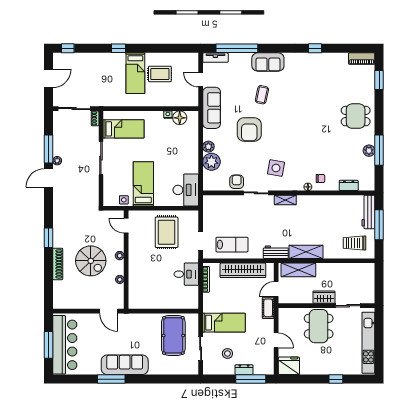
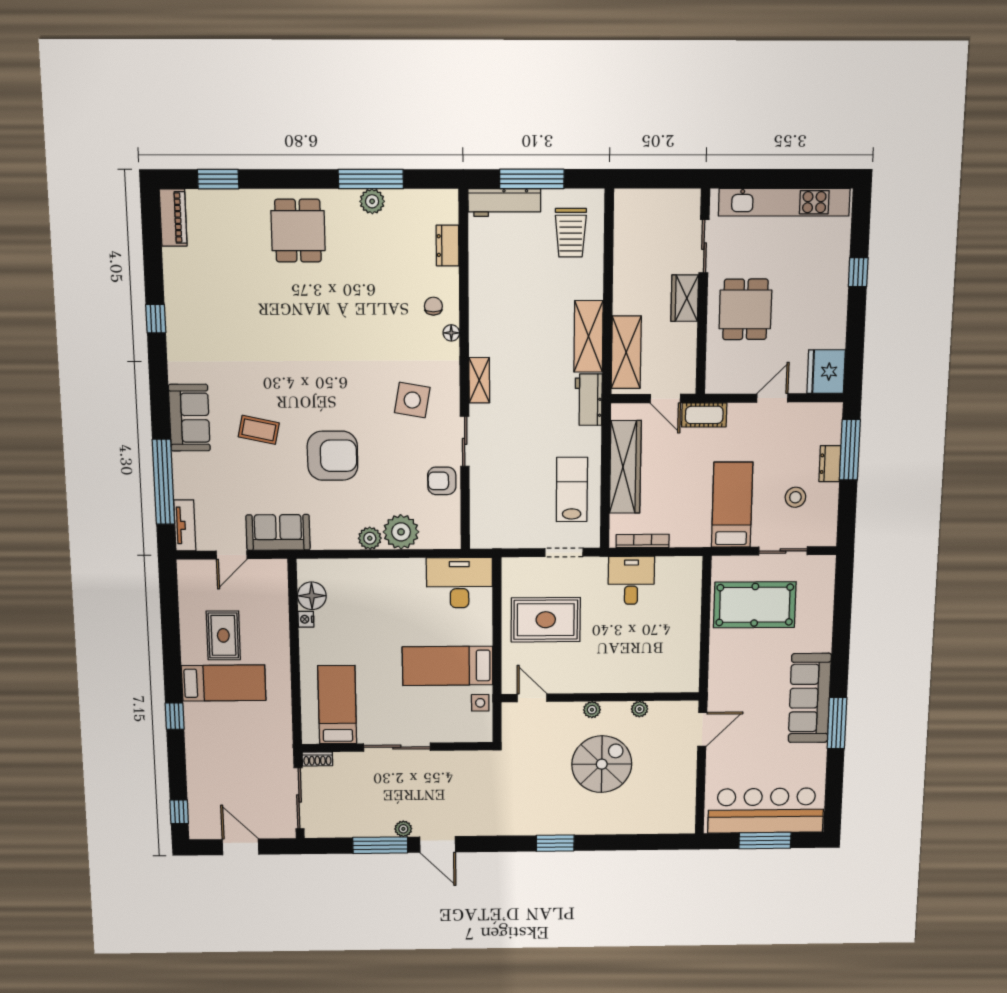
sofa: (212, 108) -> (278, 532), width x0.73
door: (126, 226) -> (532, 698), swing flipped
shoe rack: (58, 264) -> (607, 825), removed
dining table: (319, 326) -> (745, 309), width x0.73

